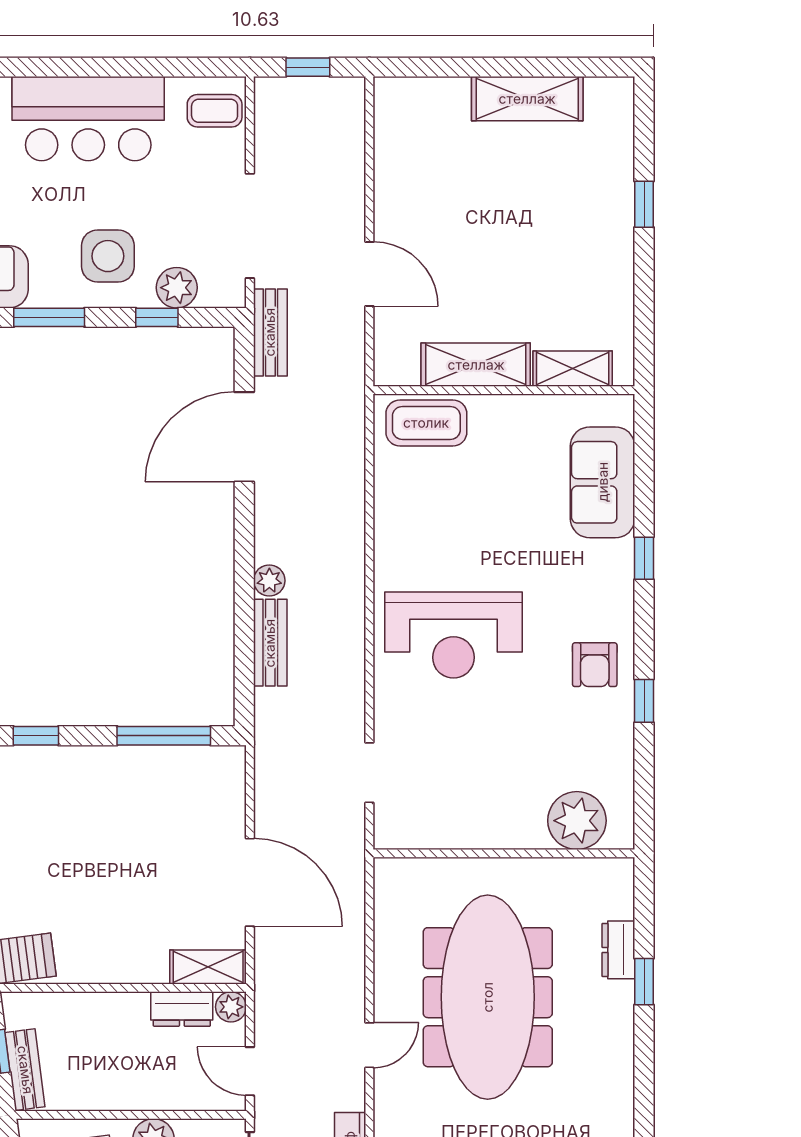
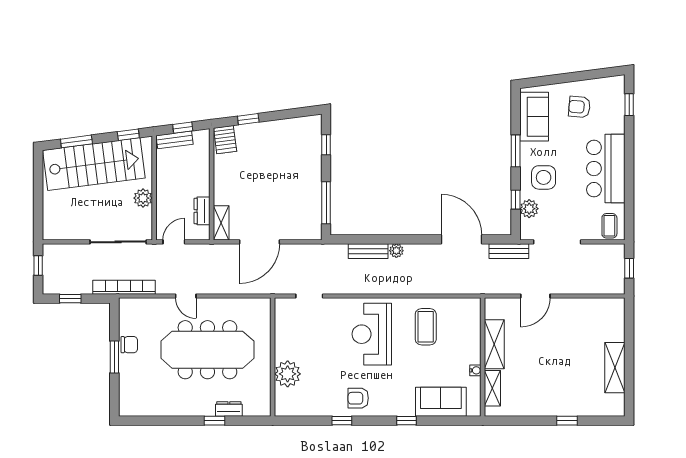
water cooler: (533, 406) -> (475, 370), added
coffee table: (426, 423) -> (426, 327), moved
plant: (577, 821) -> (288, 374), moved
plant: (231, 1007) -> (203, 233), removed

